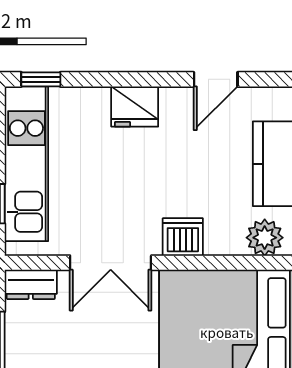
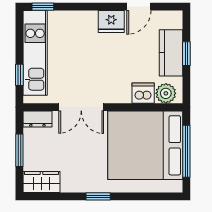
fridge: (135, 107) -> (111, 21), moved
dishwasher: (183, 237) -> (143, 93), moved

